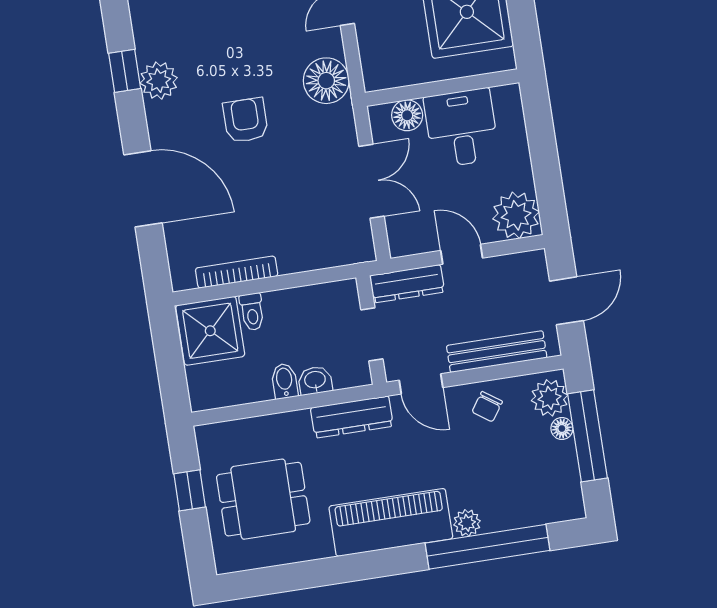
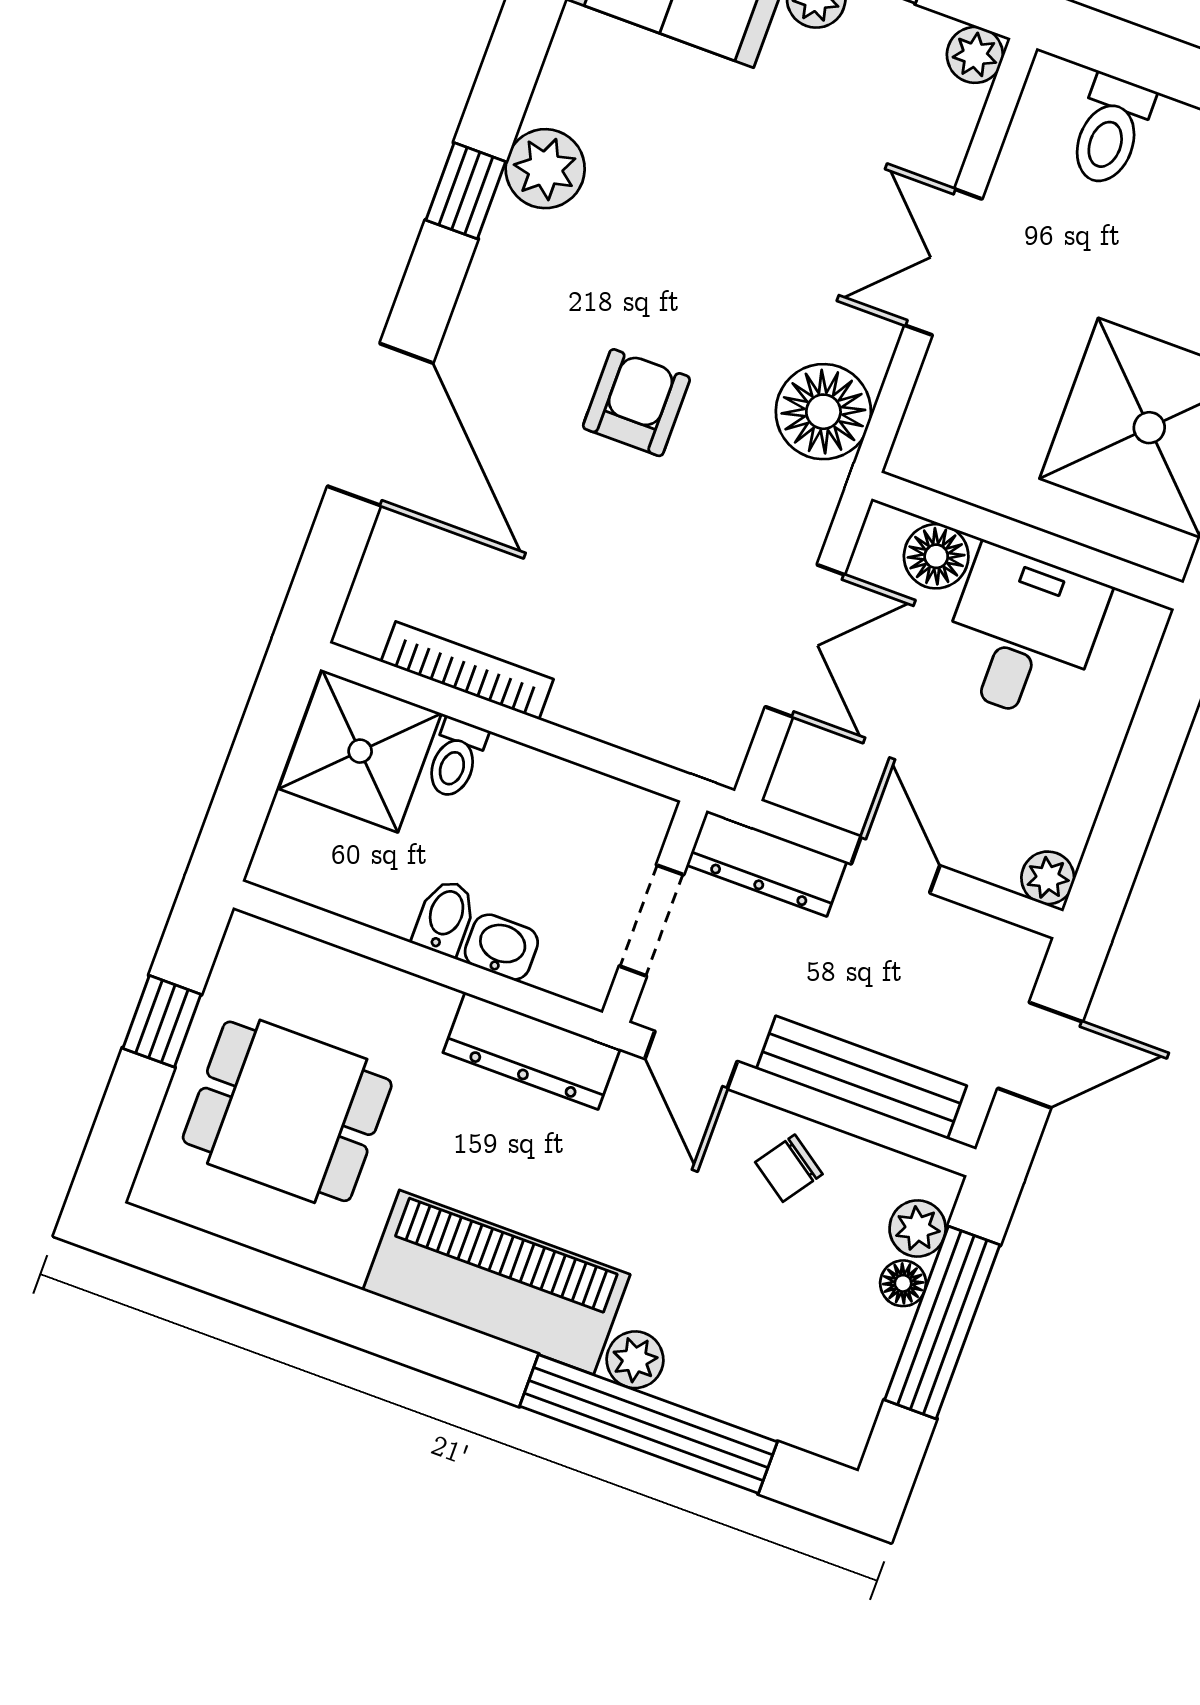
plant: (159, 81) -> (545, 169), moved
plant: (516, 215) -> (1048, 878), width x0.53, depth x0.53
plant: (550, 398) -> (918, 1228), width x0.73, depth x0.73

